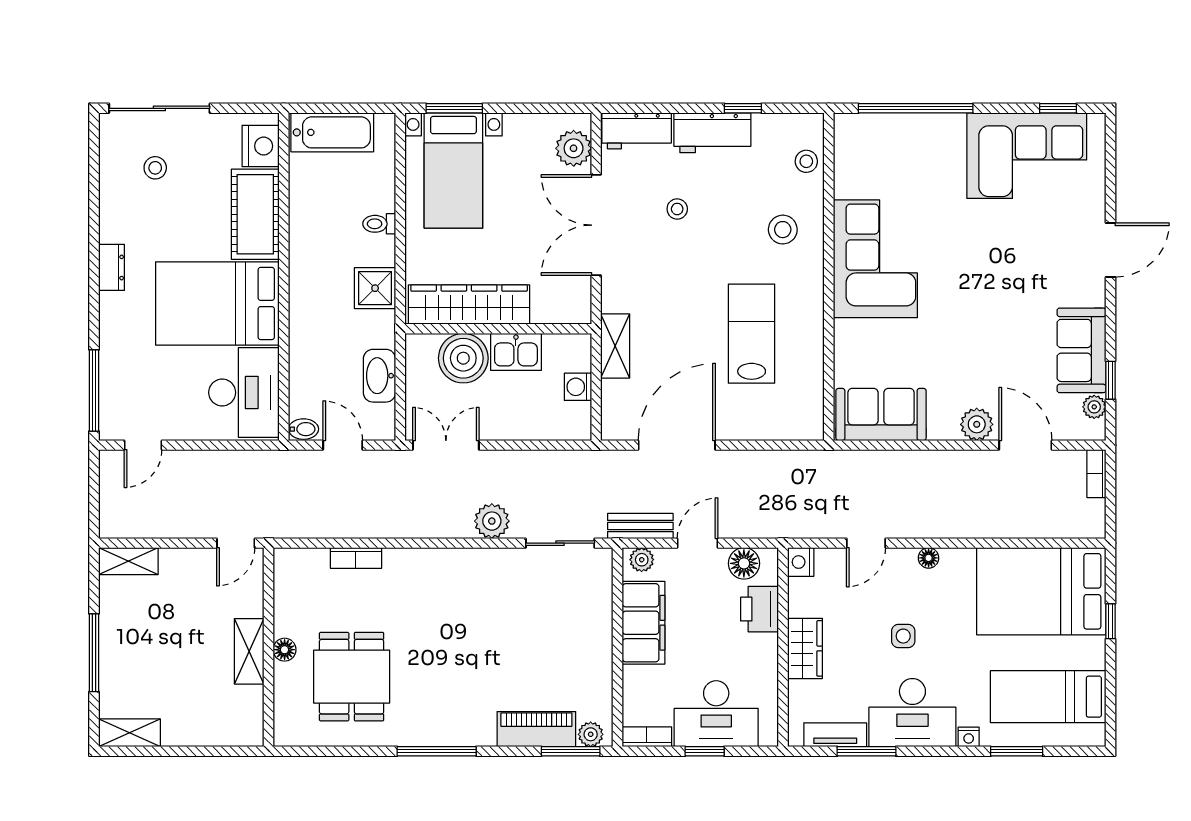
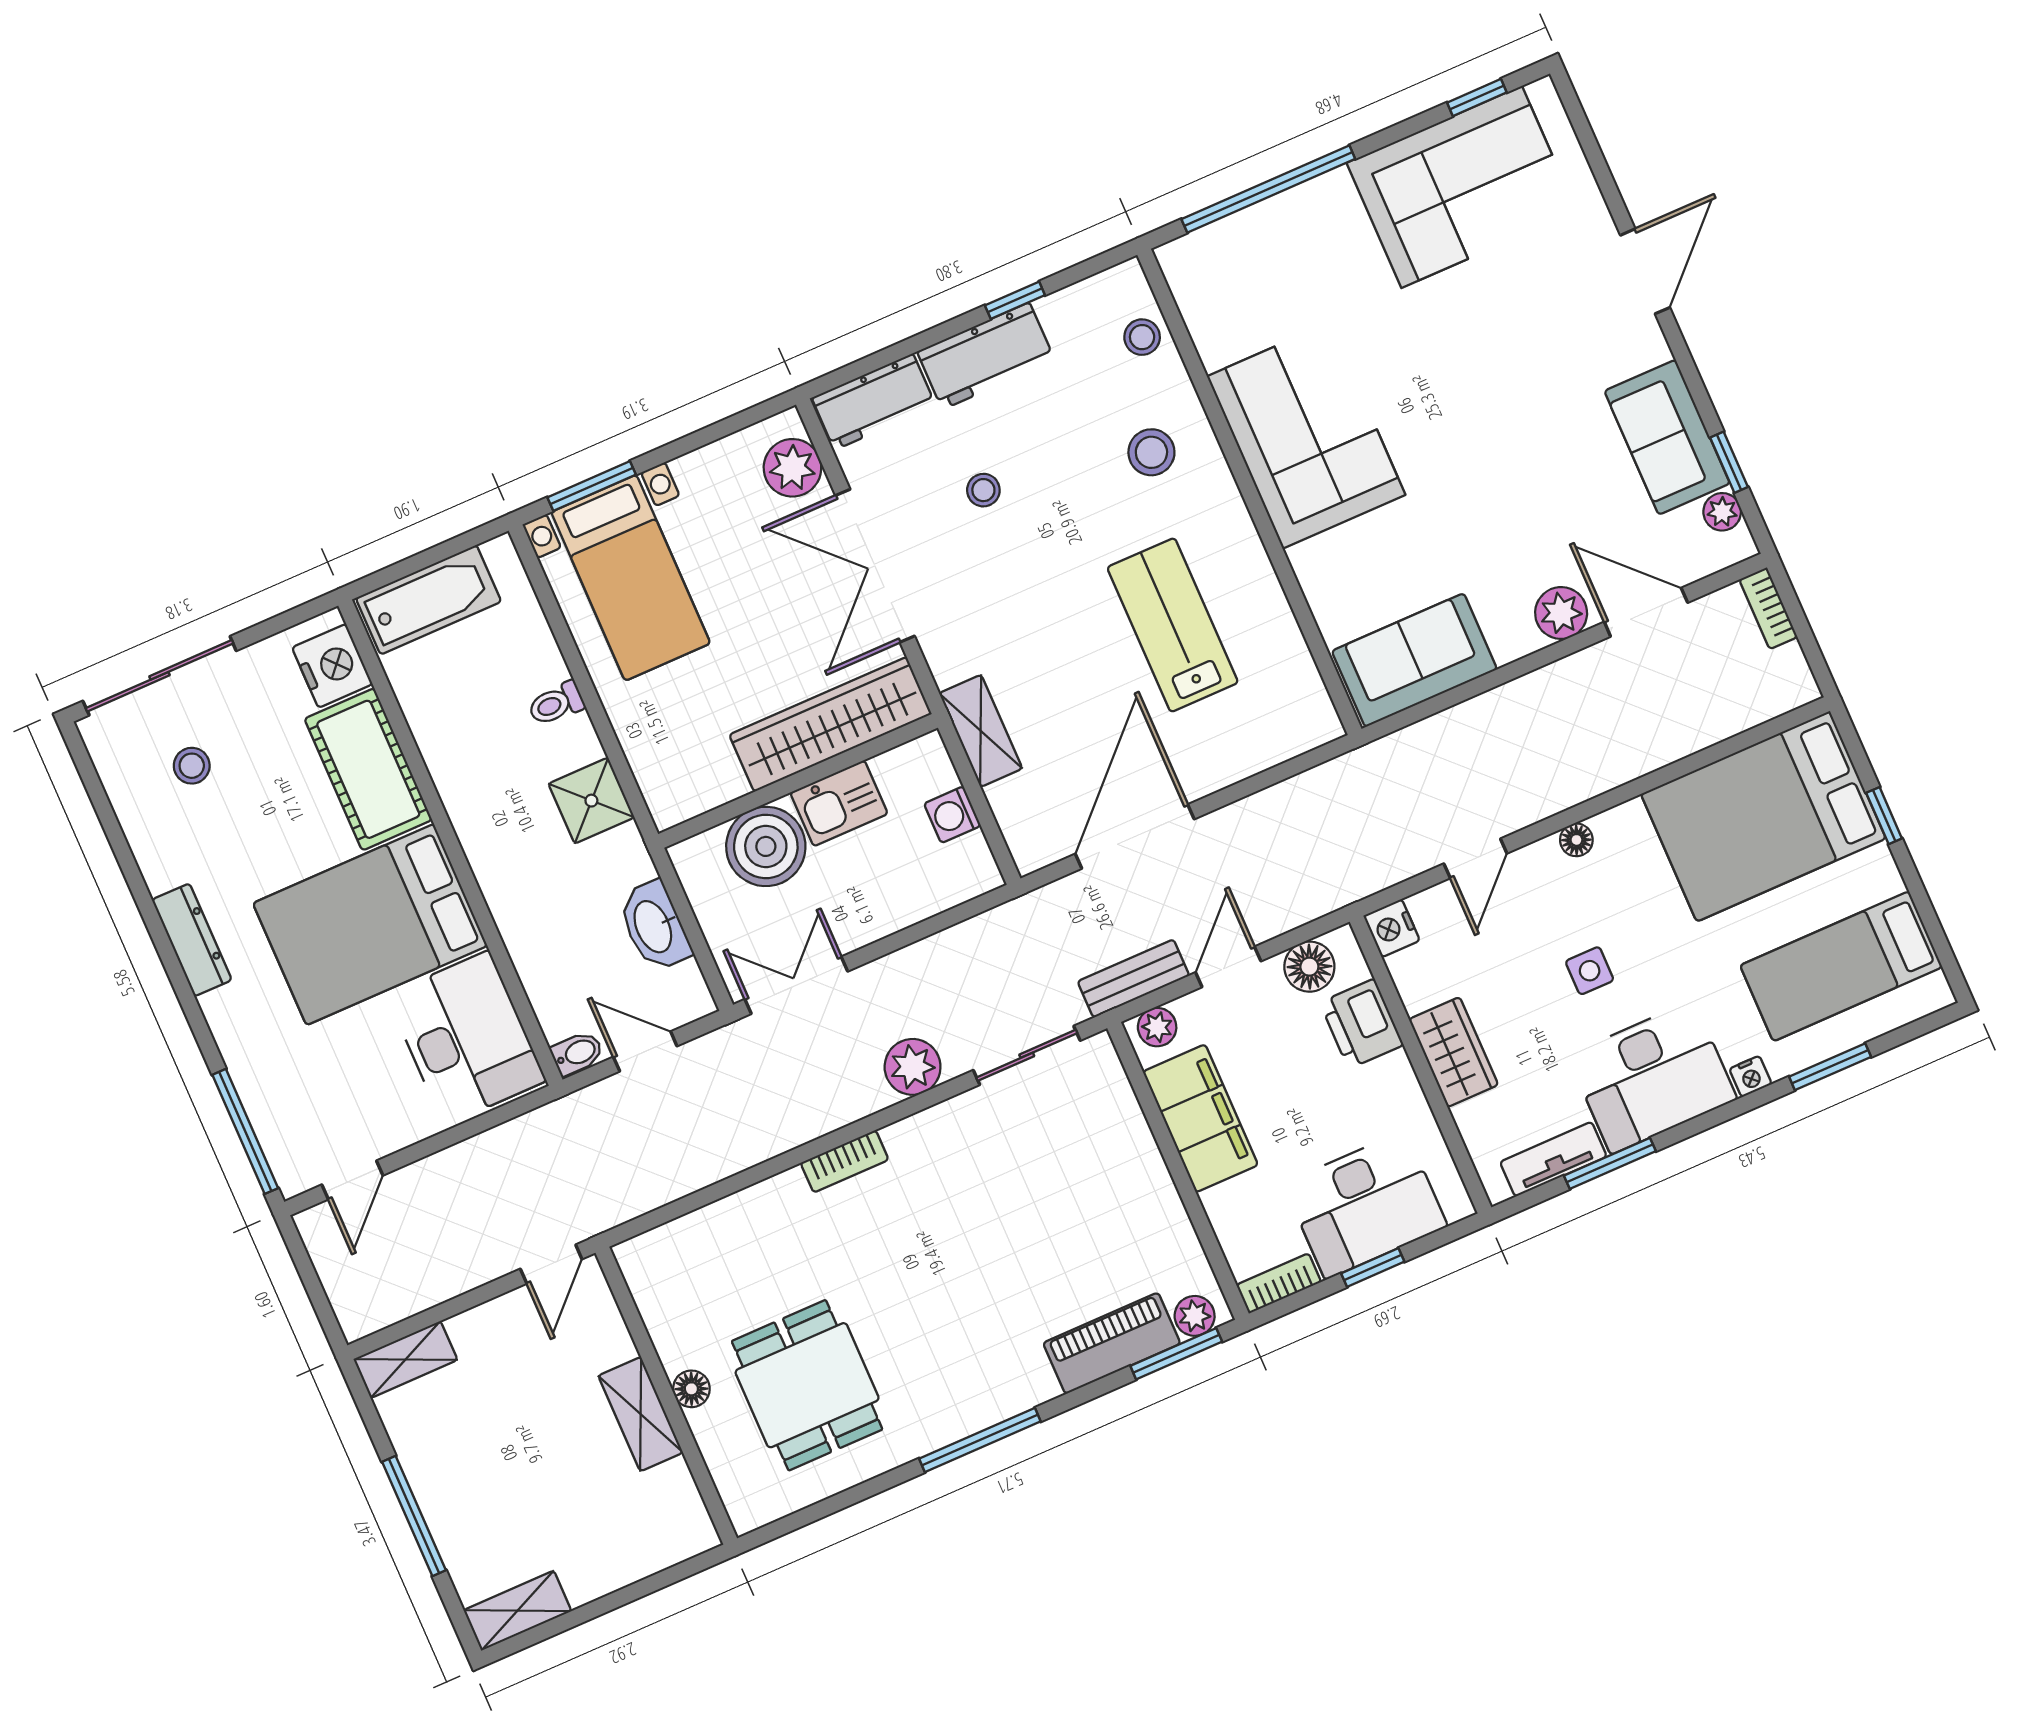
dresser: (112, 267) -> (192, 940), width x1.44
wardrobe: (469, 305) -> (830, 724), moved
bookcase: (356, 558) -> (845, 1161), moved

